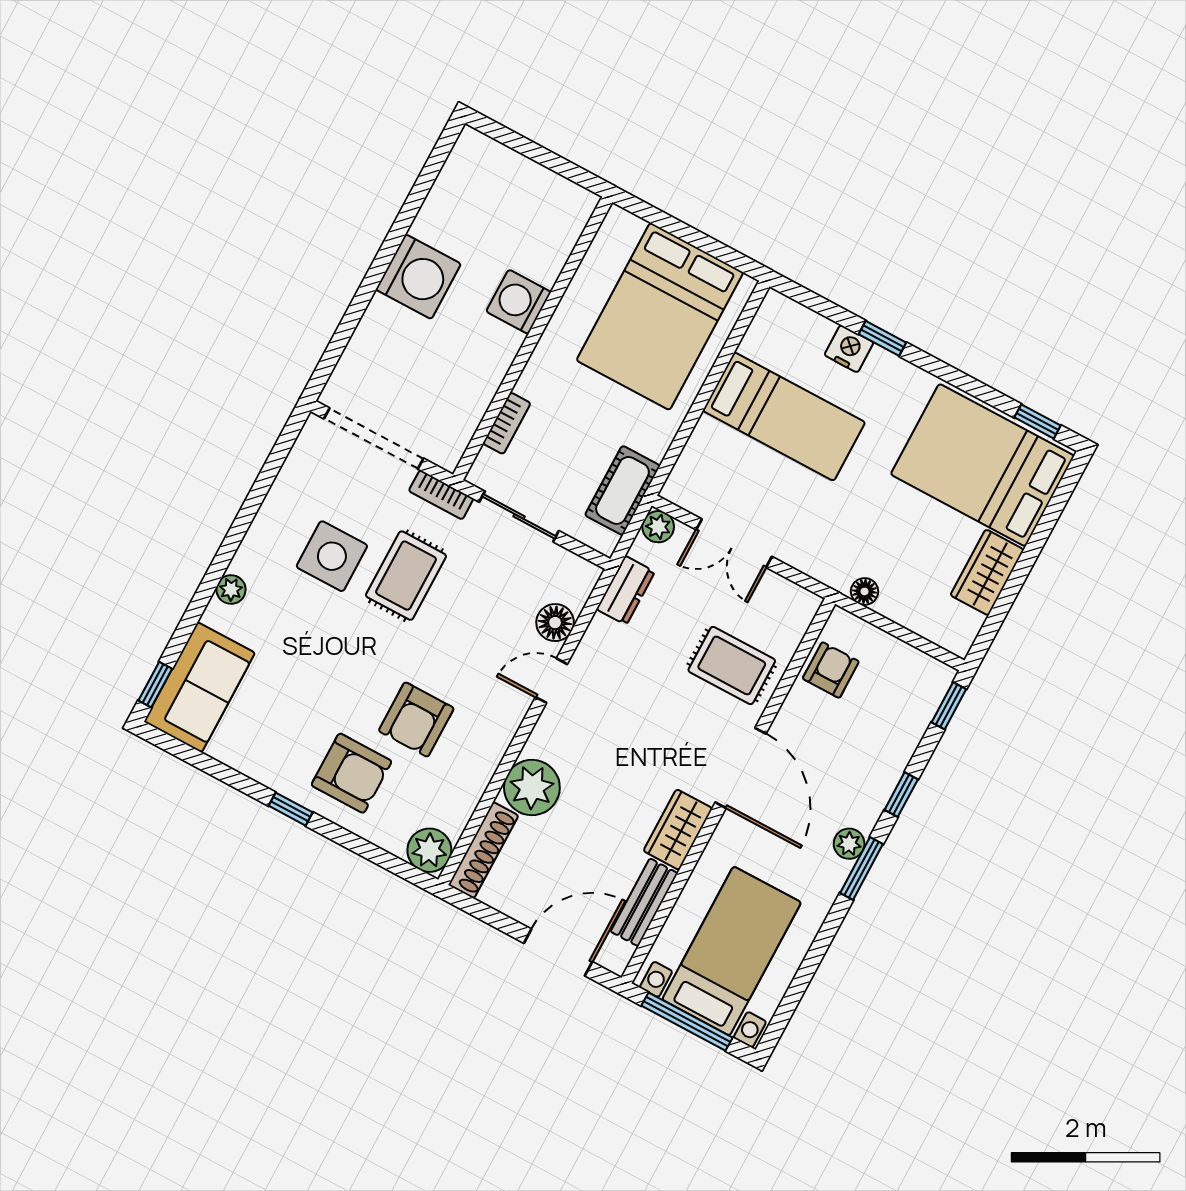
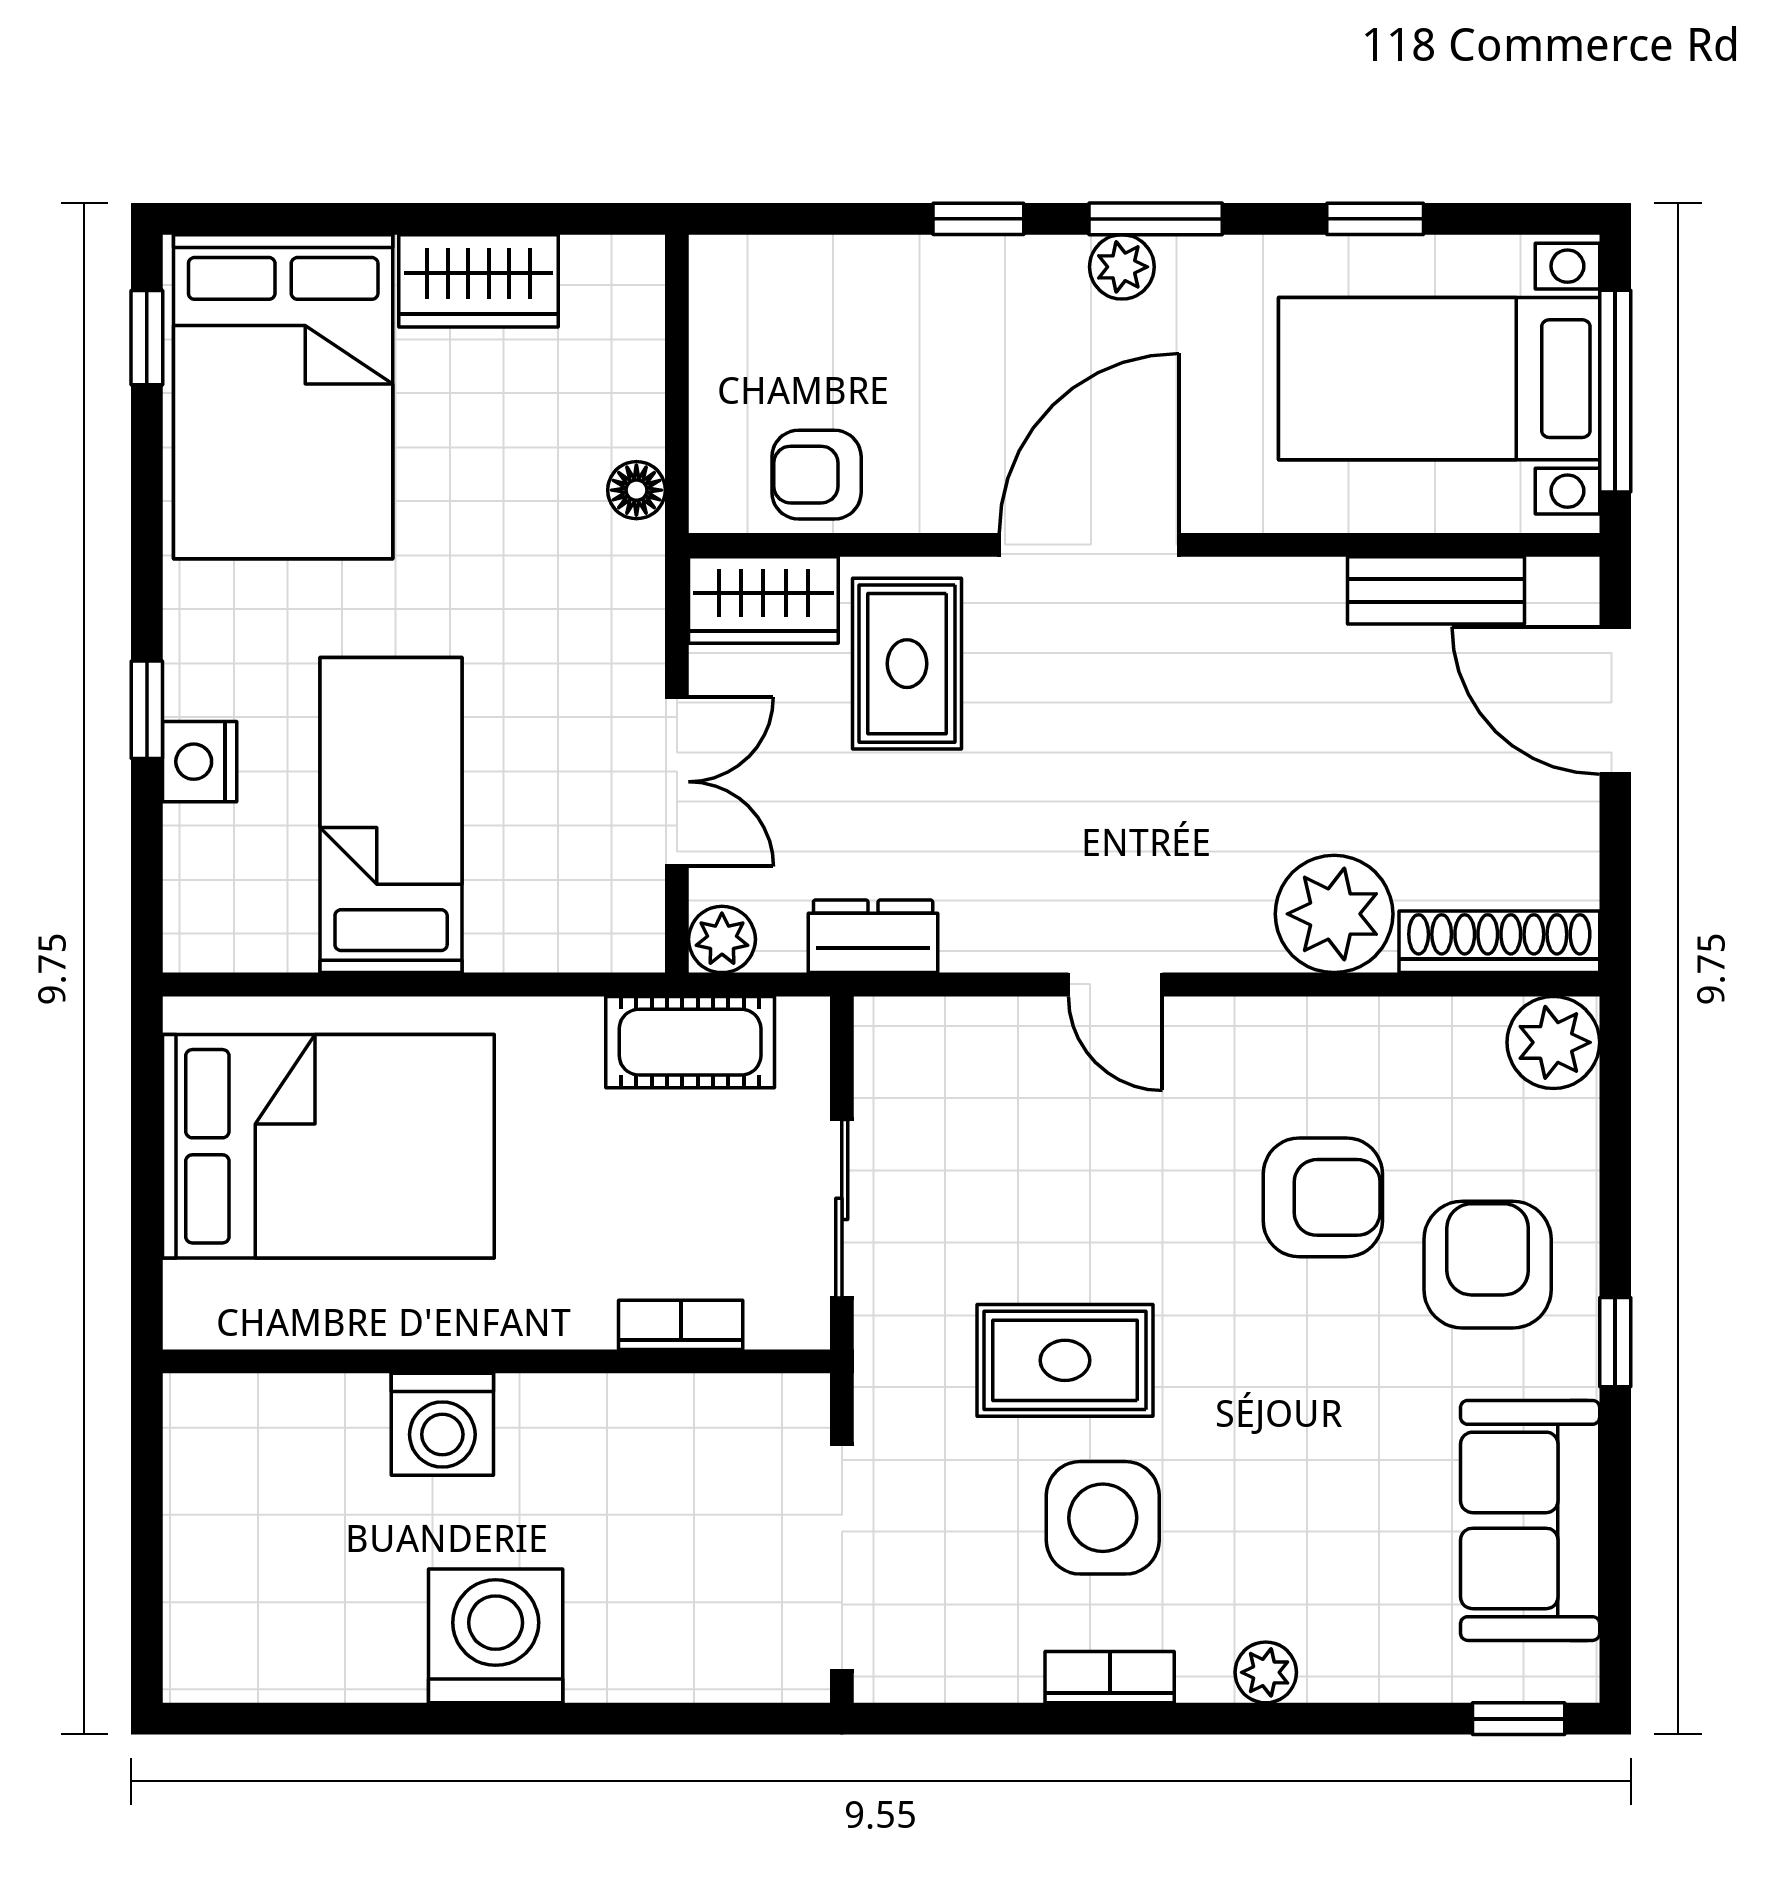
bookcase: (441, 495) -> (1110, 1677), moved, turned -90
floor lamp: (555, 623) -> (1004, 1036), removed
sofa: (199, 687) -> (1530, 1520), moved, turned -90
window: (949, 706) -> (1375, 219), moved
wardrobe: (678, 830) -> (763, 600), moved

